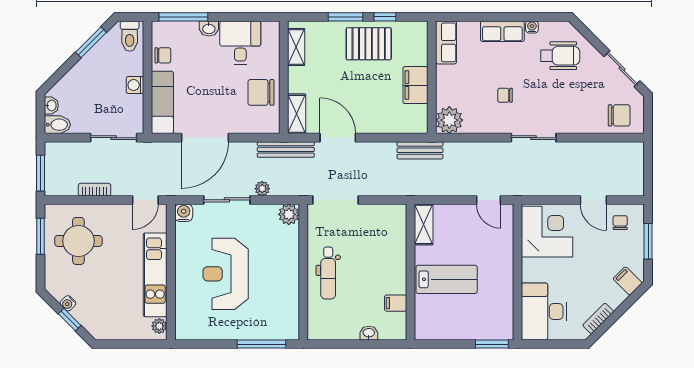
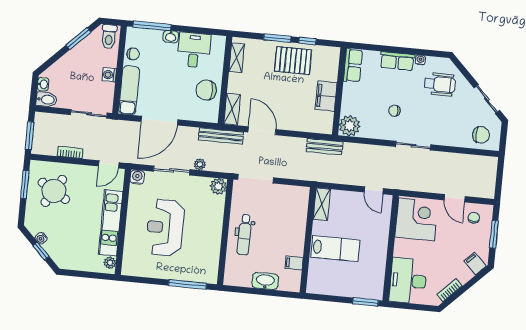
round table: (78, 241) -> (54, 191), turned 31
washbasin: (369, 333) -> (265, 281), width x1.91, depth x1.45

